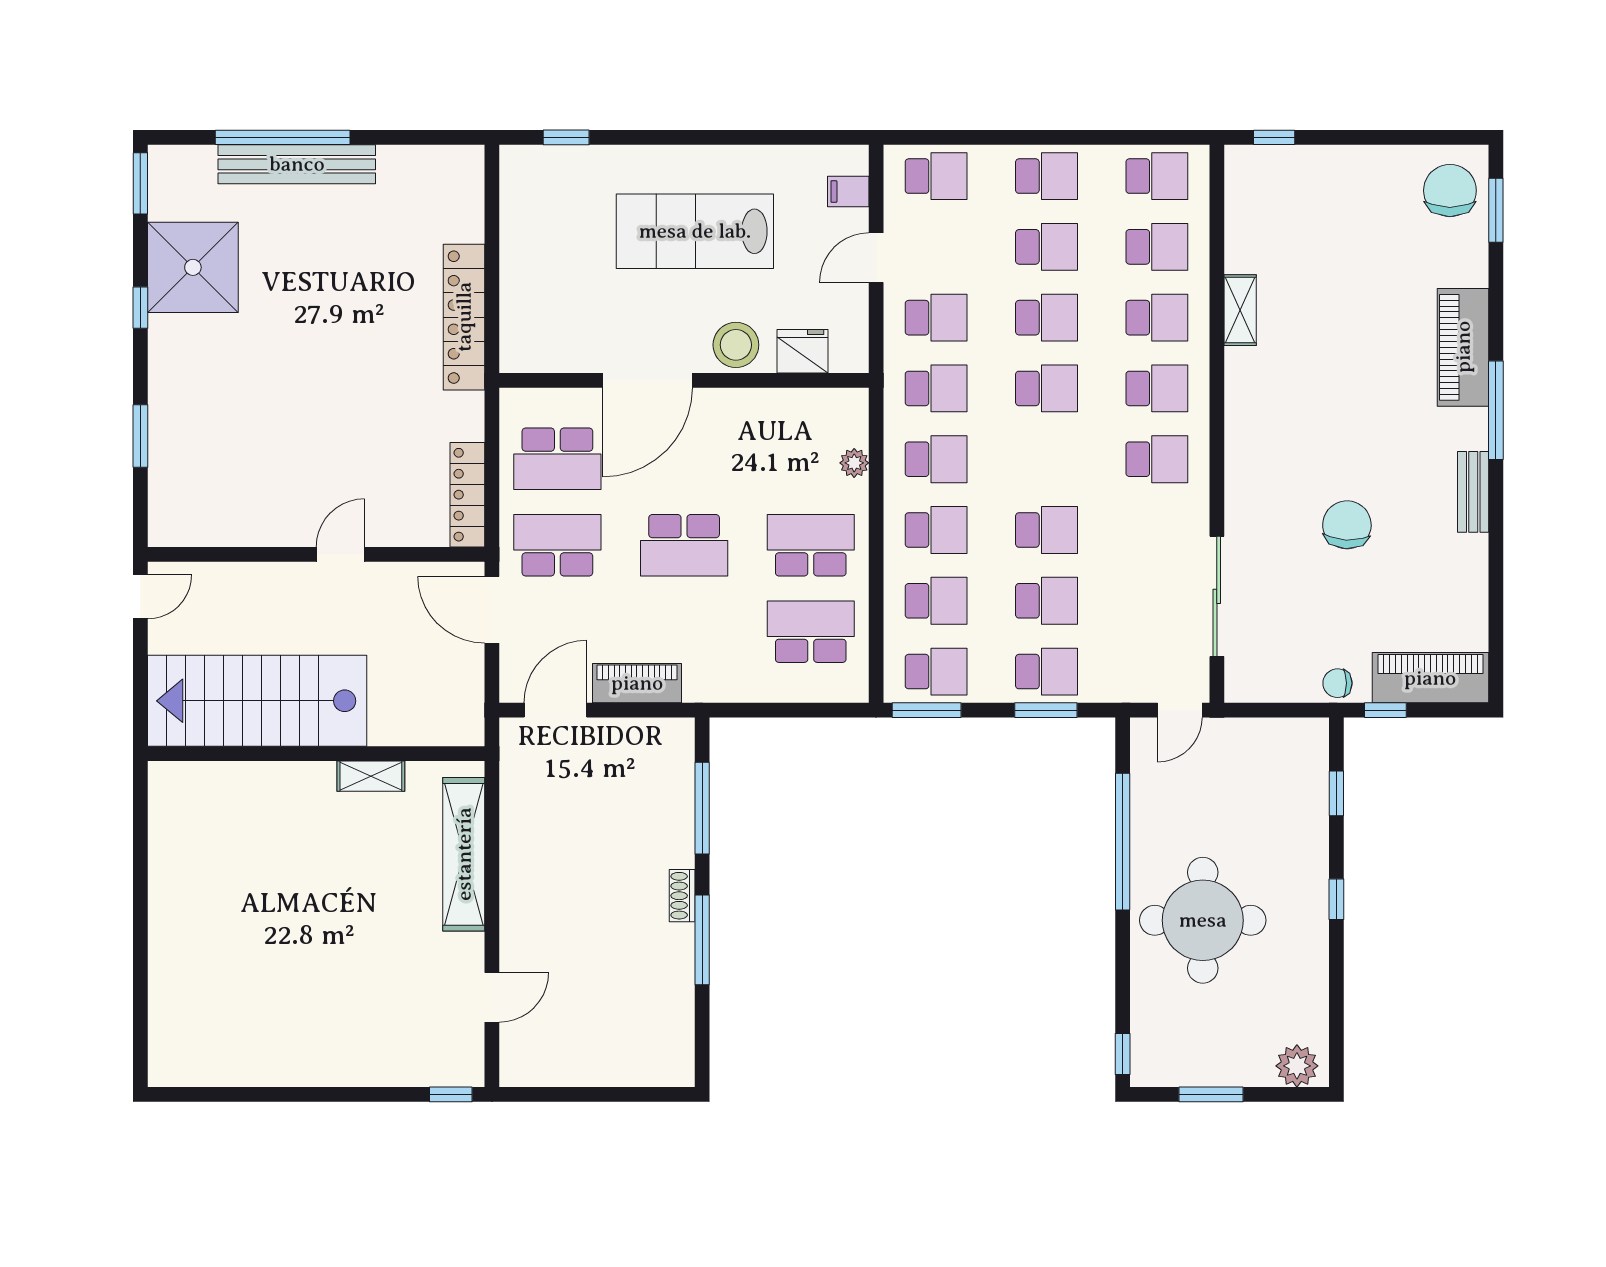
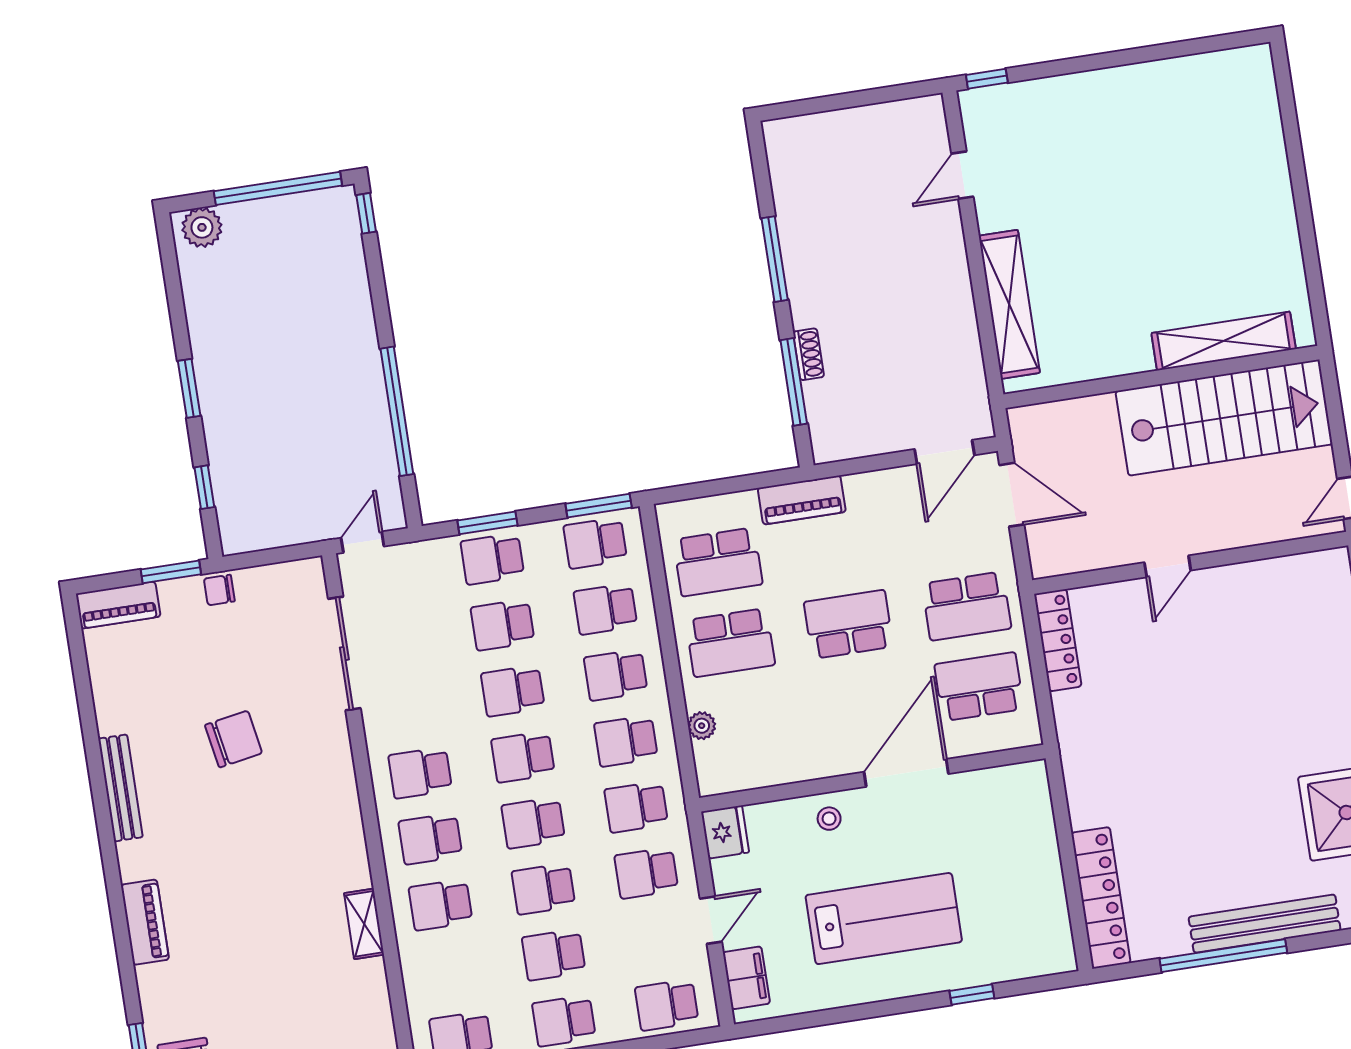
window: (283, 137) -> (1223, 956), moved
window: (566, 137) -> (972, 994), moved
filing cabinet: (848, 191) -> (746, 978), width x2.00
school desk: (1157, 247) -> (523, 757), moved
locker: (464, 317) -> (1101, 898), moved
stool: (736, 345) -> (829, 819), width x0.53, depth x0.53
piano: (1463, 347) -> (145, 922), width x0.73, depth x0.75
fridge: (802, 351) -> (725, 832), moved, turned -90
window: (1496, 410) -> (111, 867), removed
bench: (1473, 492) -> (120, 788), width x1.36
chair: (1347, 525) -> (233, 739), turned -103
door: (492, 610) -> (1012, 495), moved
piano: (1430, 678) -> (118, 605), width x0.73, depth x0.75
piano: (637, 683) -> (802, 500), moved
chair: (1337, 683) -> (219, 590), turned 180
window: (1385, 710) -> (171, 572), width x1.50
shelving: (371, 776) -> (1224, 341), moved, width x2.20, depth x1.33
shoe rack: (682, 896) -> (808, 354), moved
window: (1336, 899) -> (189, 388), width x1.50
round table: (1203, 920) -> (311, 350), removed
window: (1211, 1094) -> (278, 188), width x2.11

